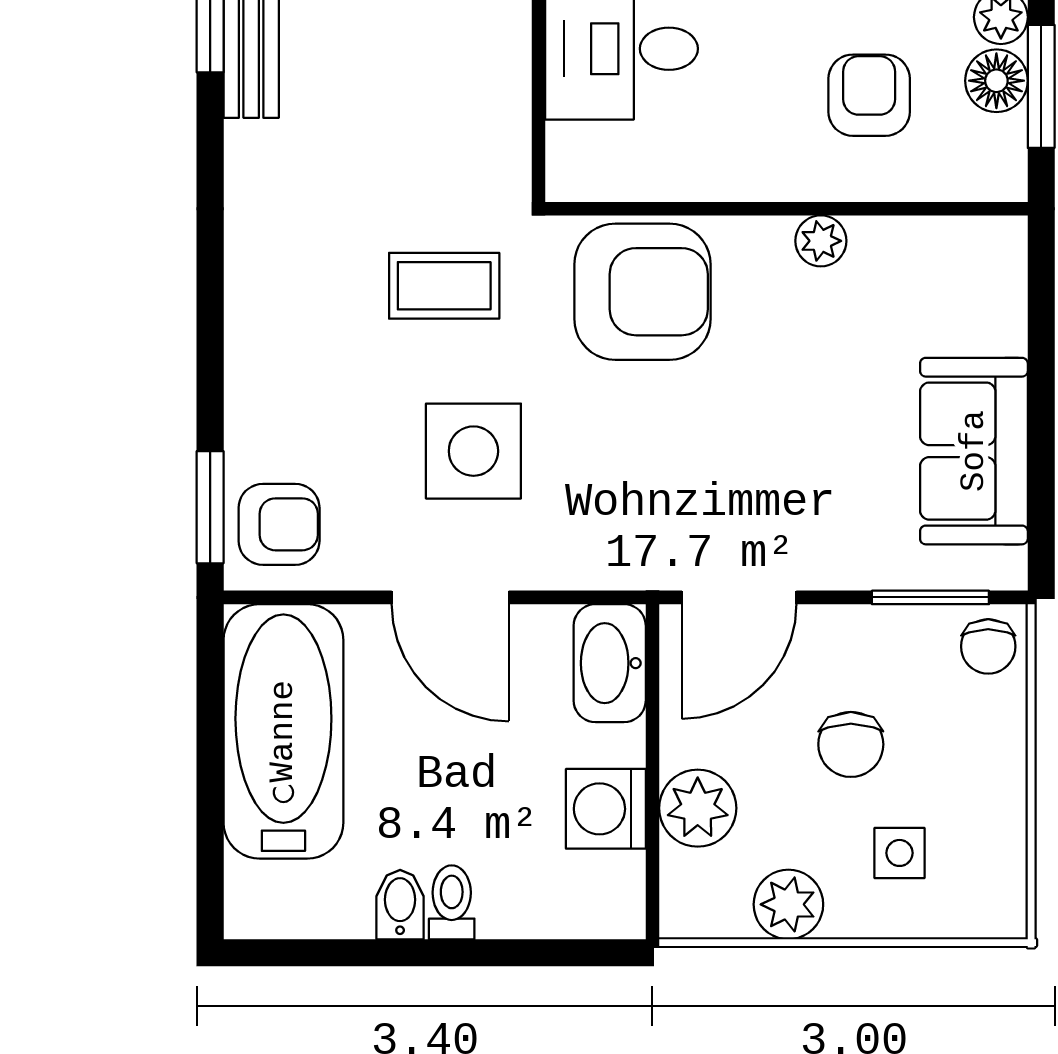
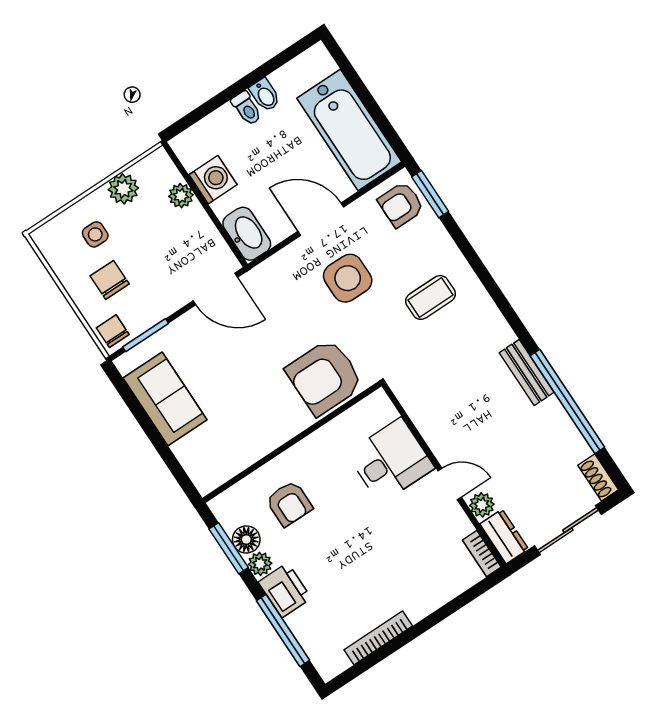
plant: (821, 241) -> (272, 439), removed
coffee table: (444, 286) -> (430, 297), moved
door: (739, 597) -> (215, 289), swing flipped
chair: (851, 744) -> (110, 280), moved
plant: (698, 808) -> (181, 196), width x0.73, depth x0.73

